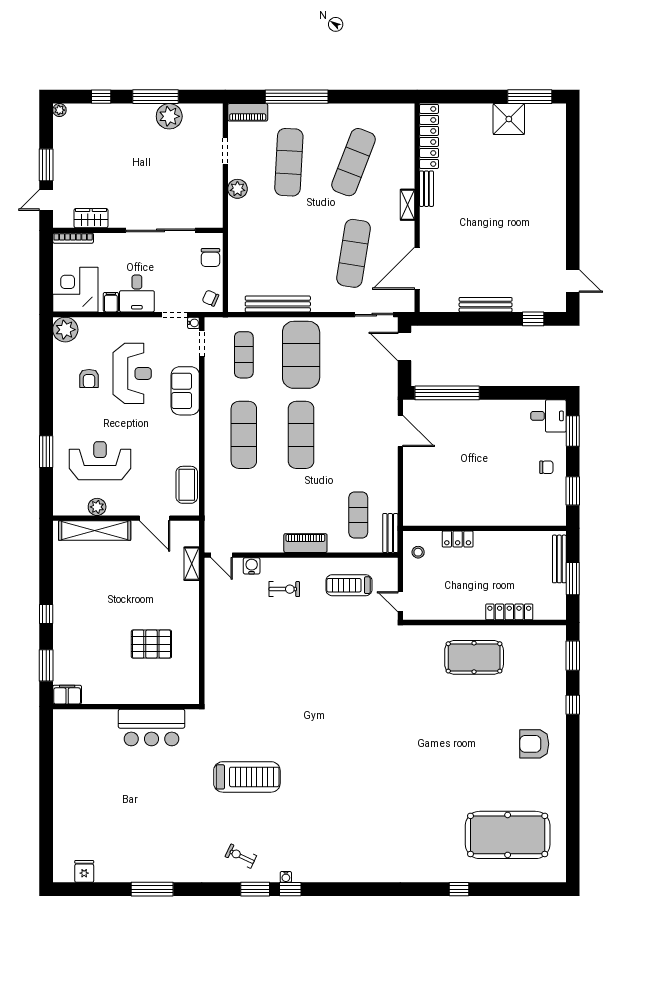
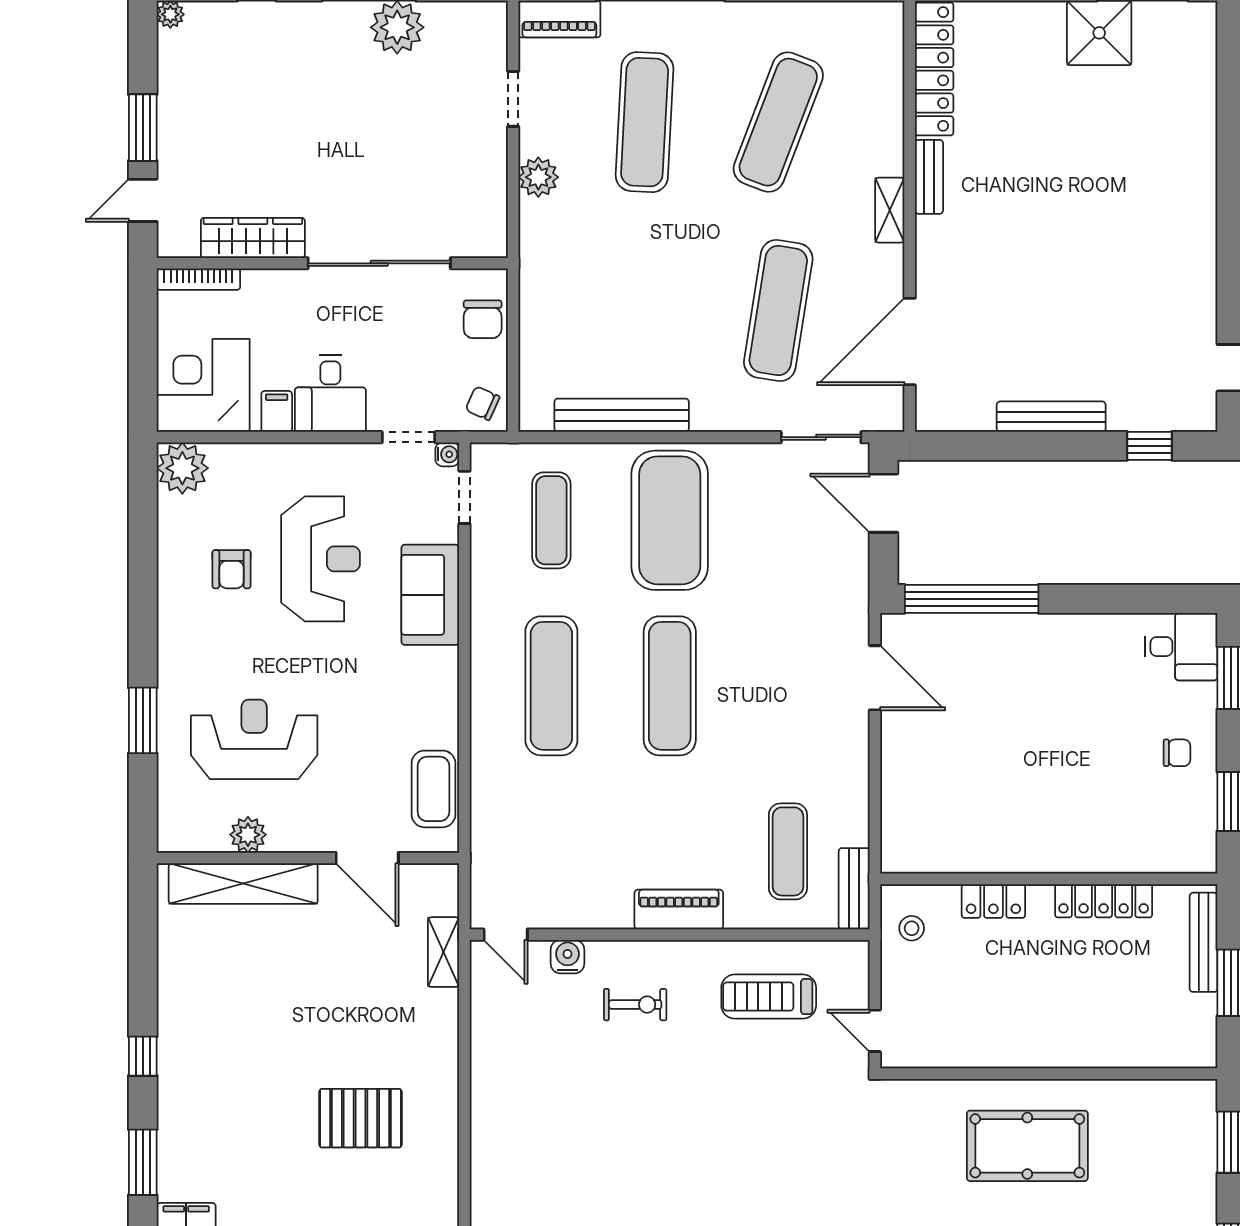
wardrobe: (91, 218) -> (253, 238), width x1.50
locker: (509, 612) -> (1104, 901), moved, turned 180

